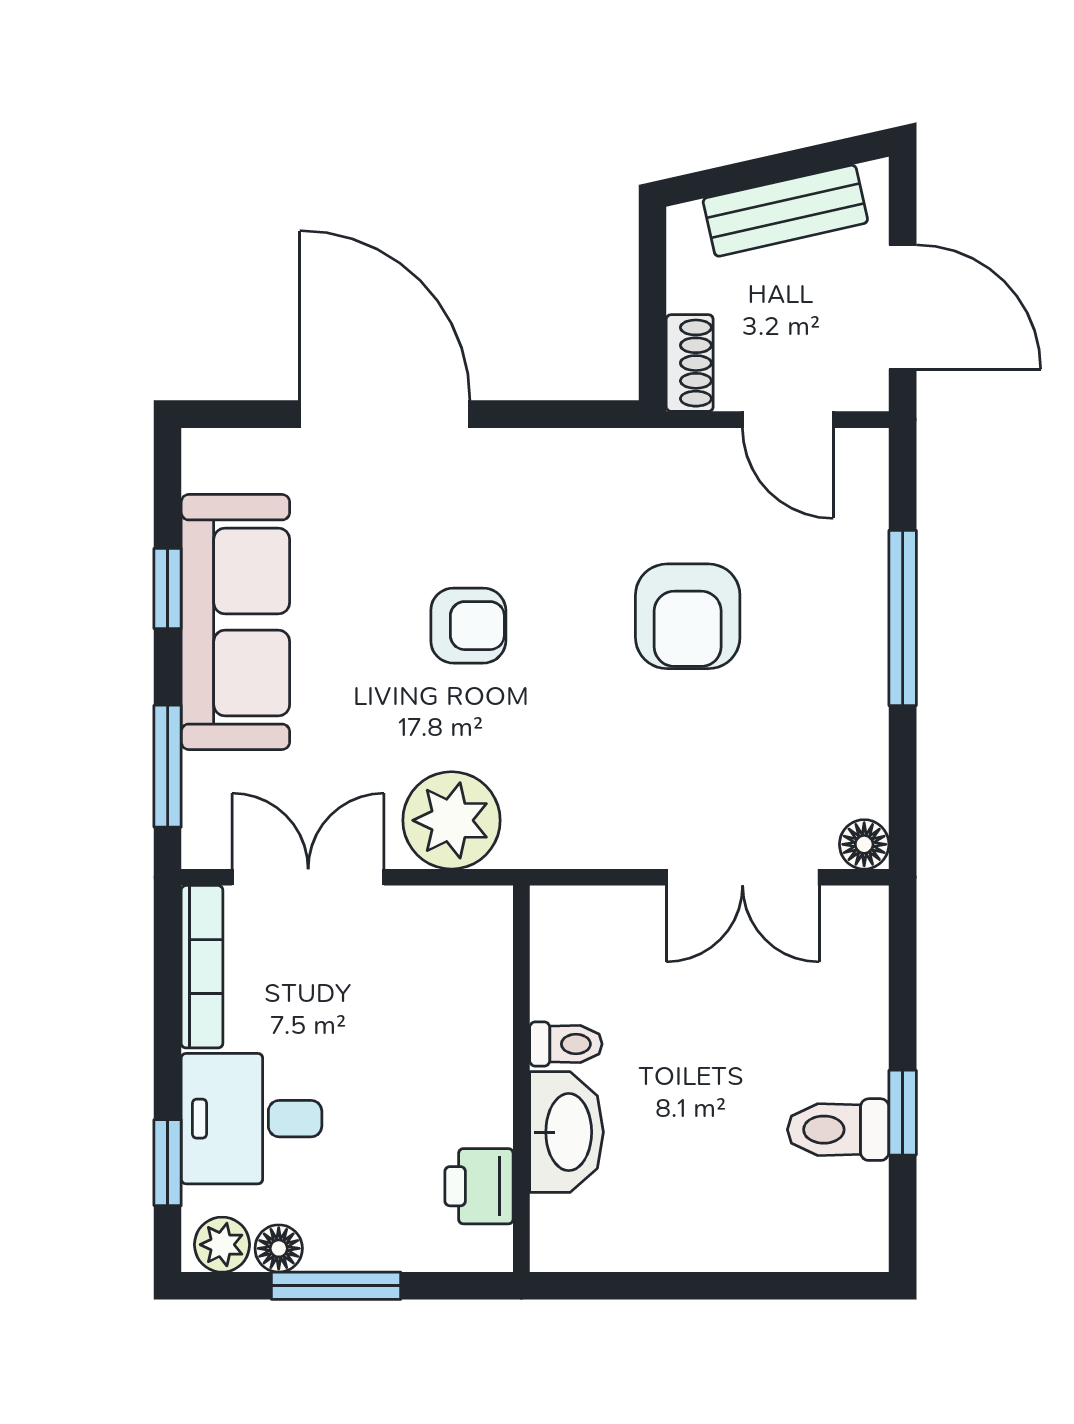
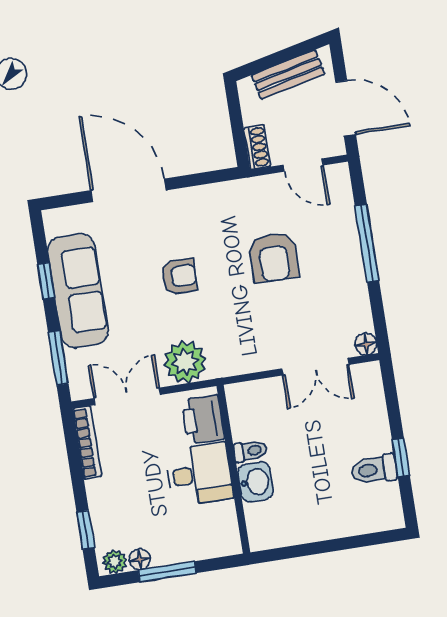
desk: (251, 1119) -> (199, 474), moved, turned 180
washbasin: (566, 1132) -> (255, 482), width x0.72
printer: (479, 1186) -> (203, 419), moved, width x1.36, depth x1.24

